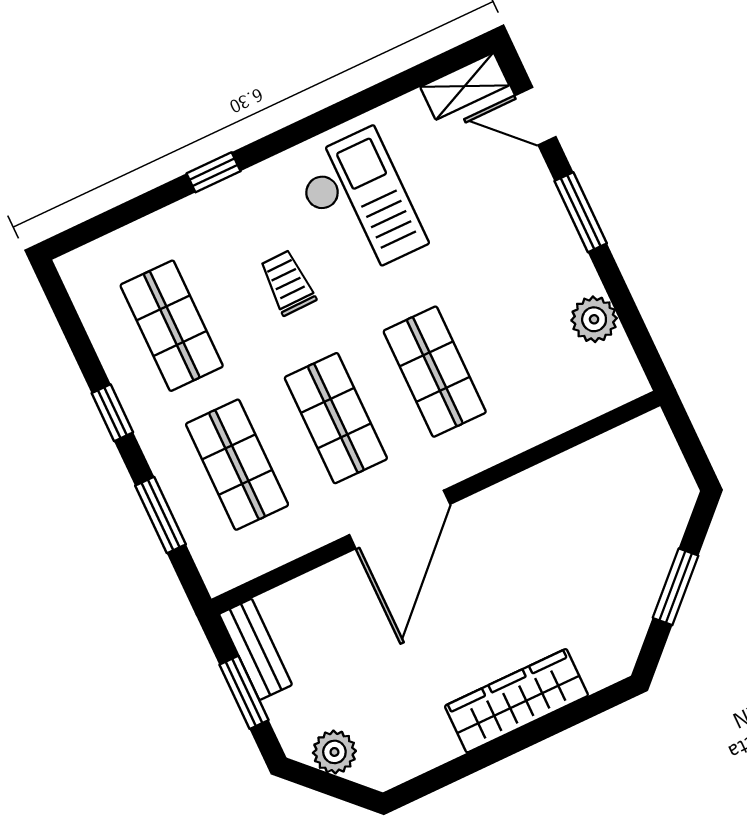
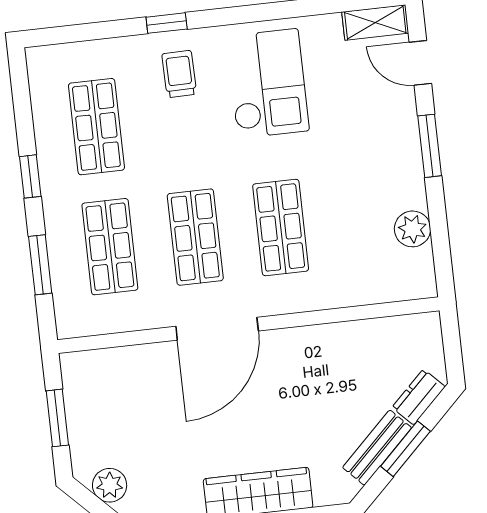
trolley: (288, 283) -> (179, 74), moved
dresser: (670, 519) -> (419, 397), added
bench: (256, 649) -> (377, 448), moved, turned 46

